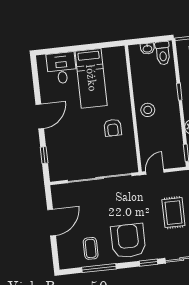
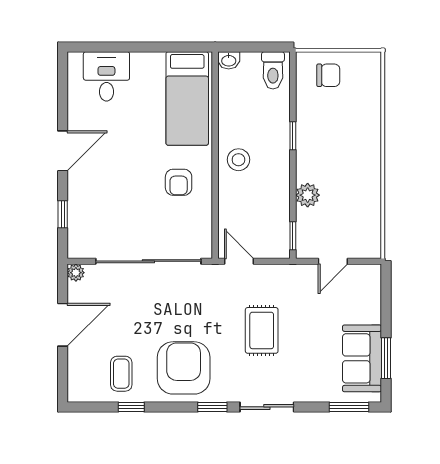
washbasin: (147, 49) -> (229, 60), moved
bed: (91, 78) -> (187, 98), moved
door: (155, 172) -> (239, 261), hinge flipped
plant: (56, 190) -> (76, 273), added
window: (99, 268) -> (131, 407), width x0.46

